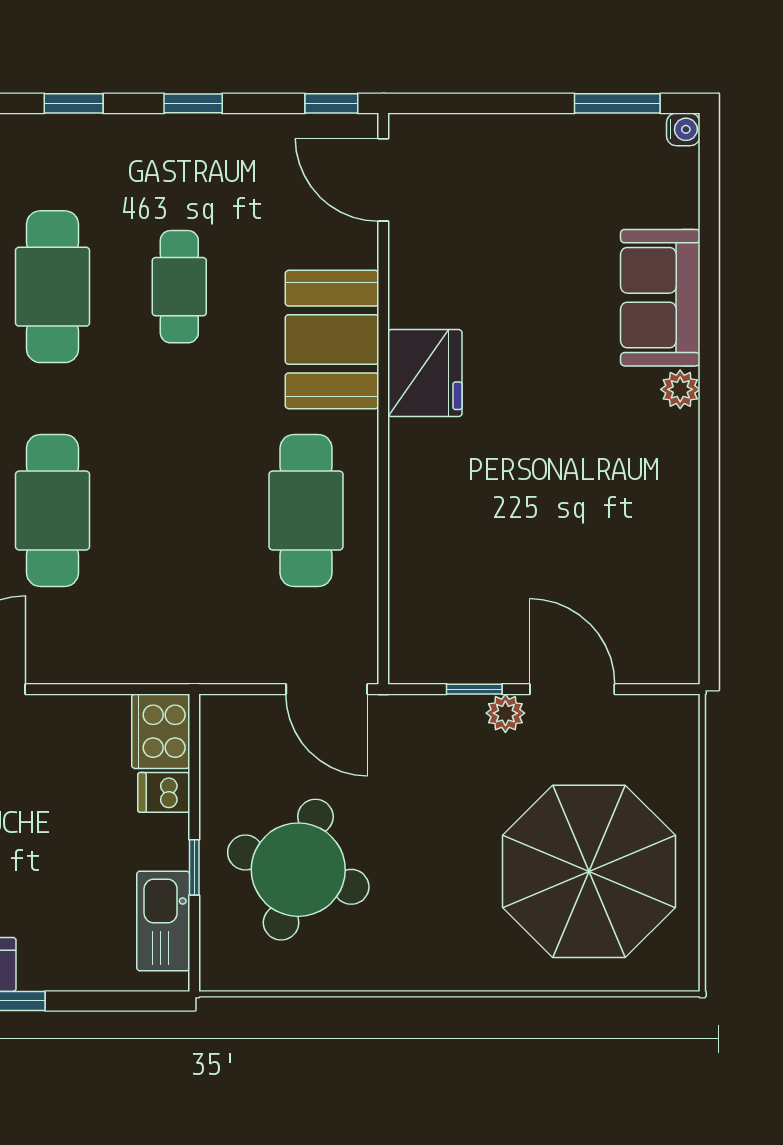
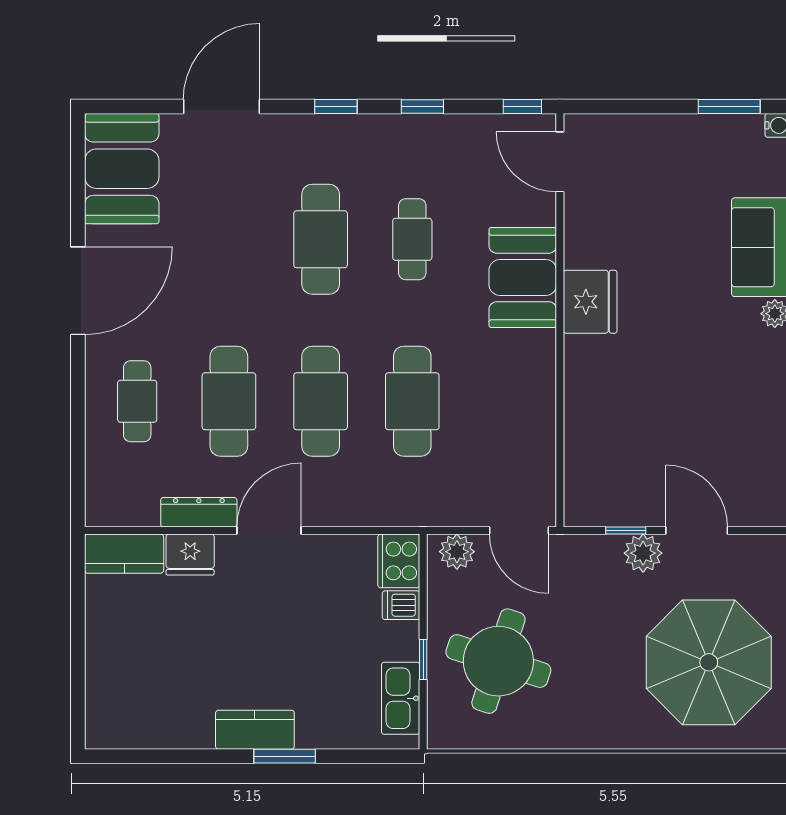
cafe table: (306, 511) -> (412, 401), moved
plant: (505, 713) -> (643, 553), width x1.38, depth x1.38
plant: (241, 718) -> (457, 552), added

